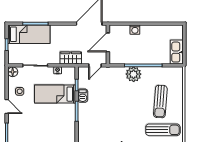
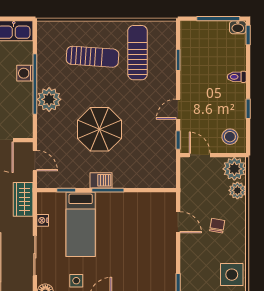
washing machine: (150, 59) -> (25, 73), added
barbecue: (83, 96) -> (101, 180), moved
parasol: (115, 106) -> (100, 129), added

